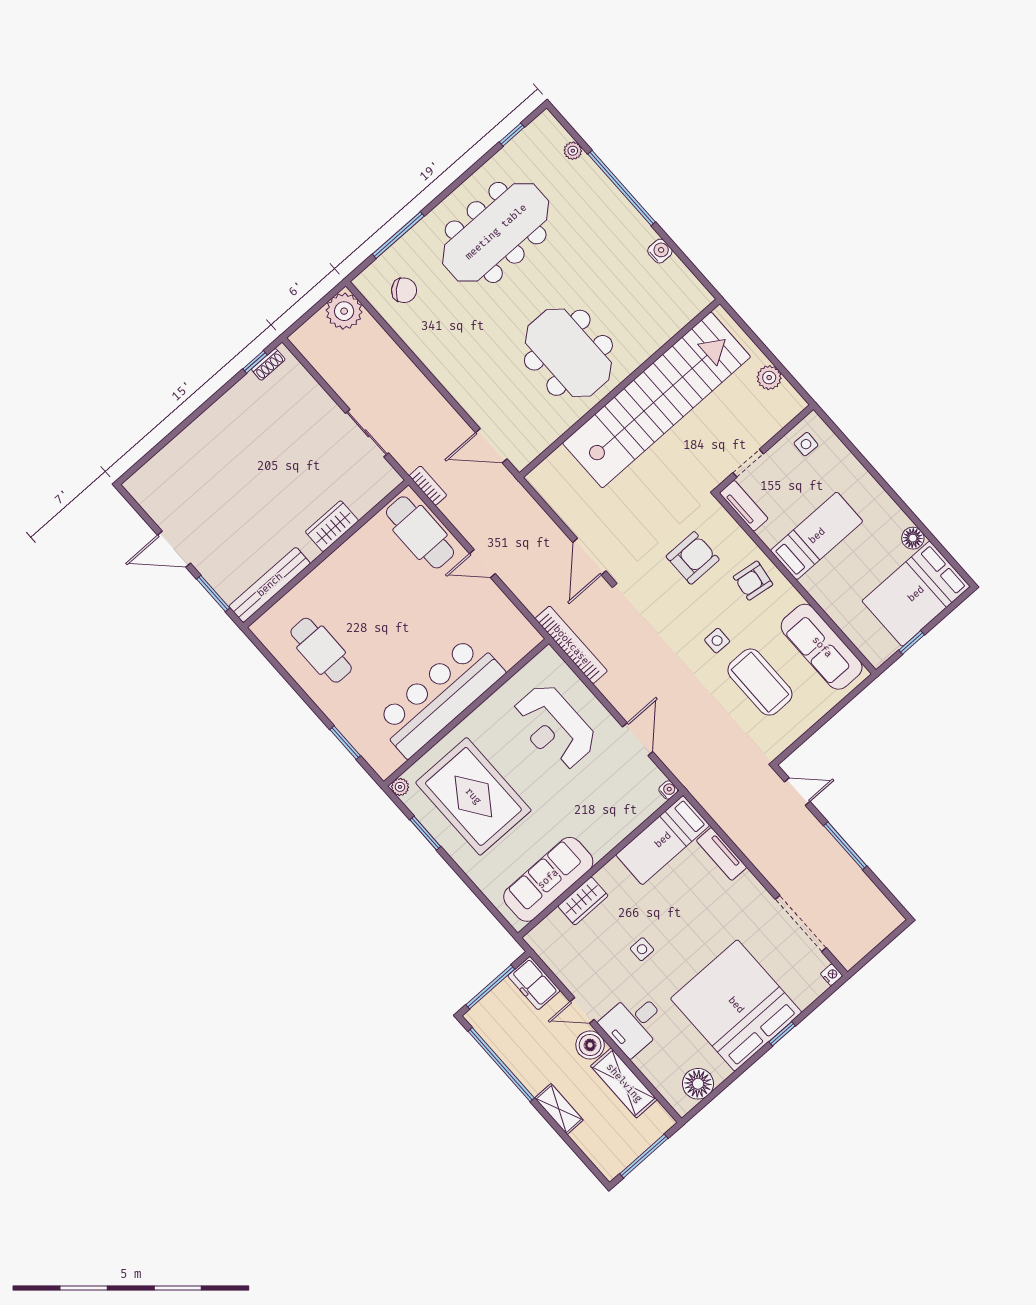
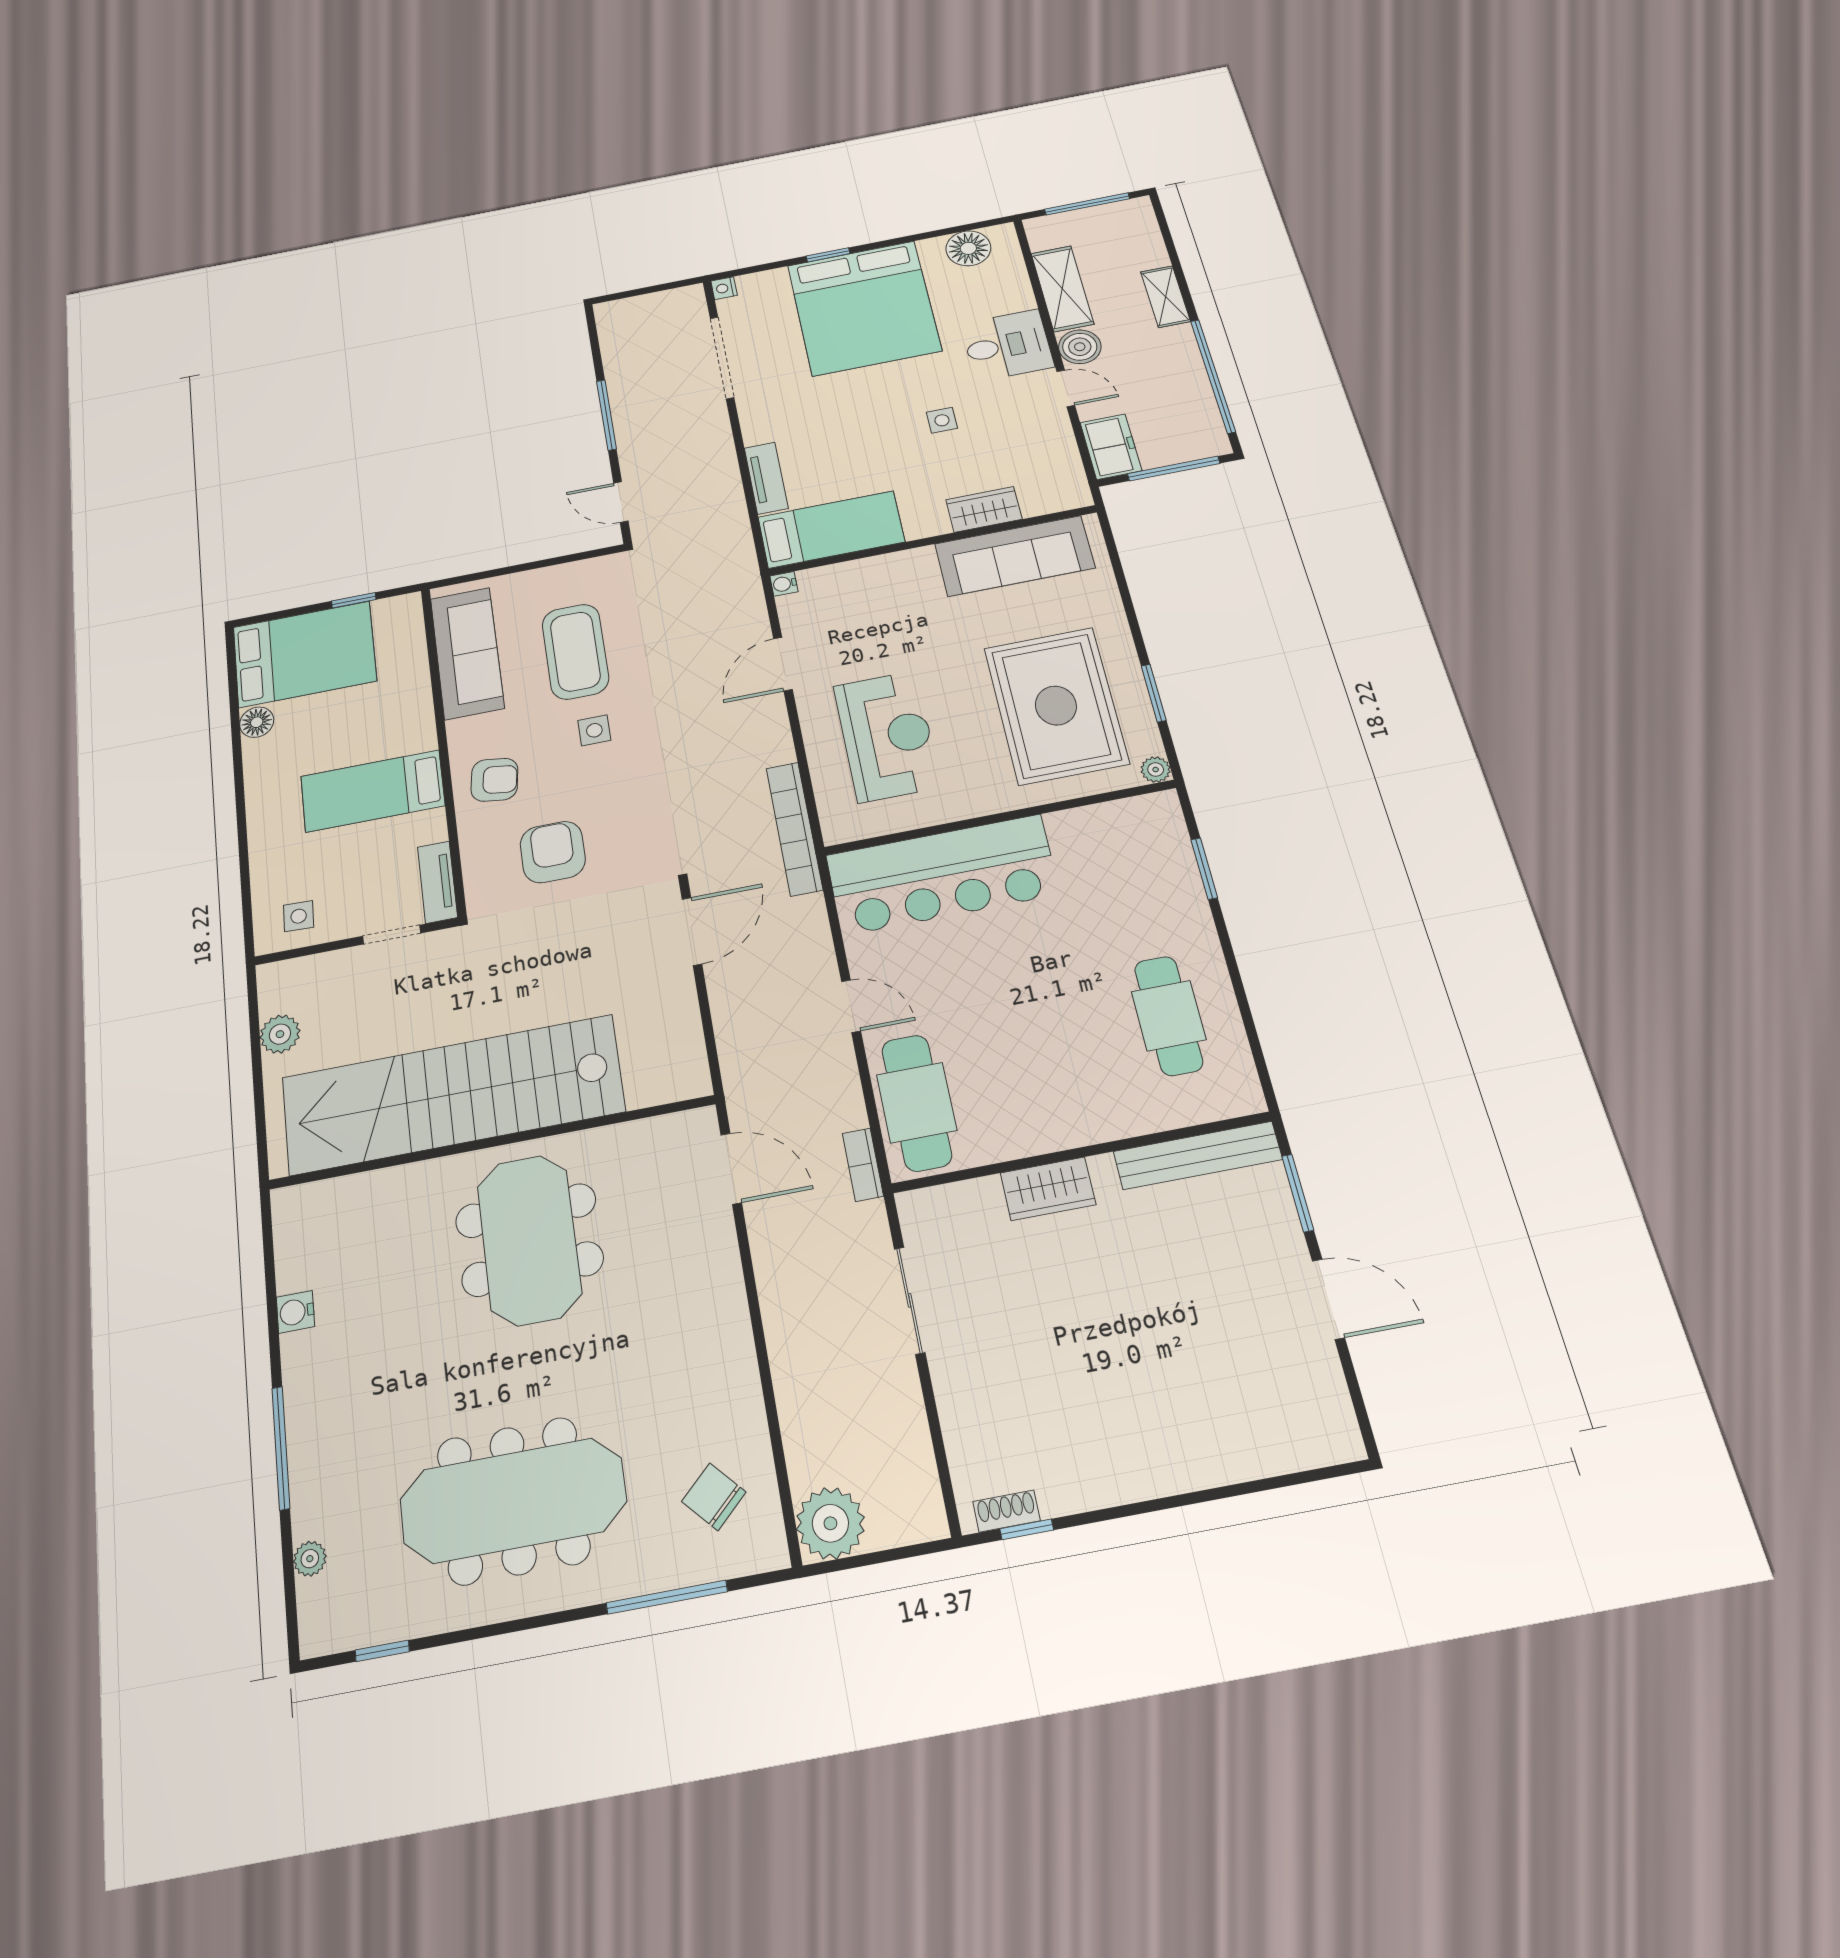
window: (622, 188) -> (281, 1448), width x0.68
armchair: (693, 558) -> (553, 852), turned 90
bar counter: (440, 696) -> (942, 875), moved

